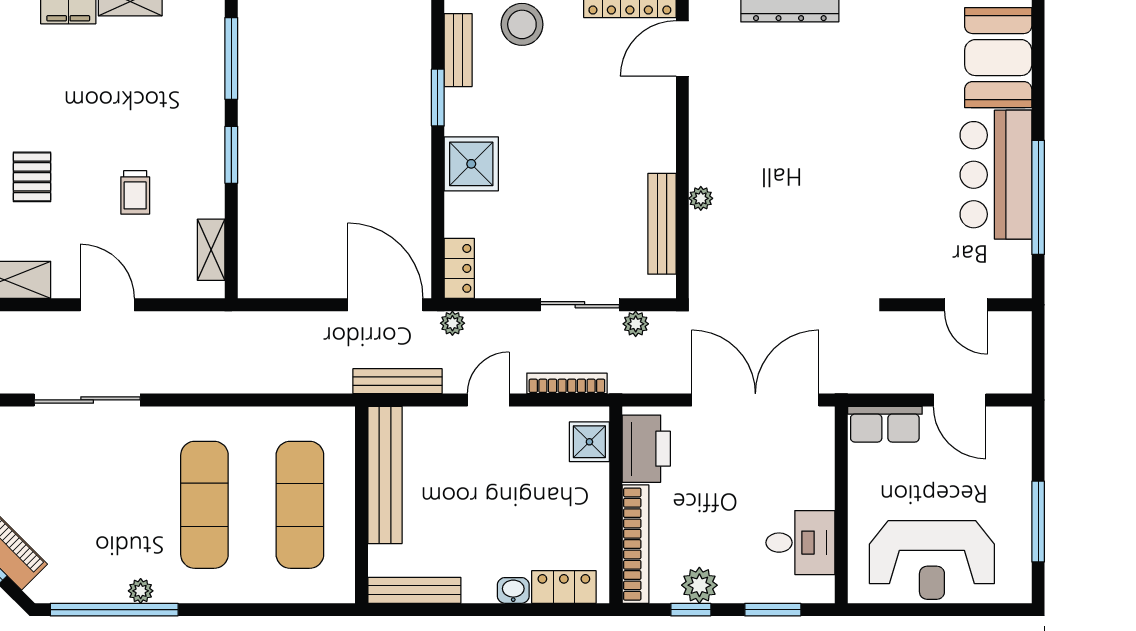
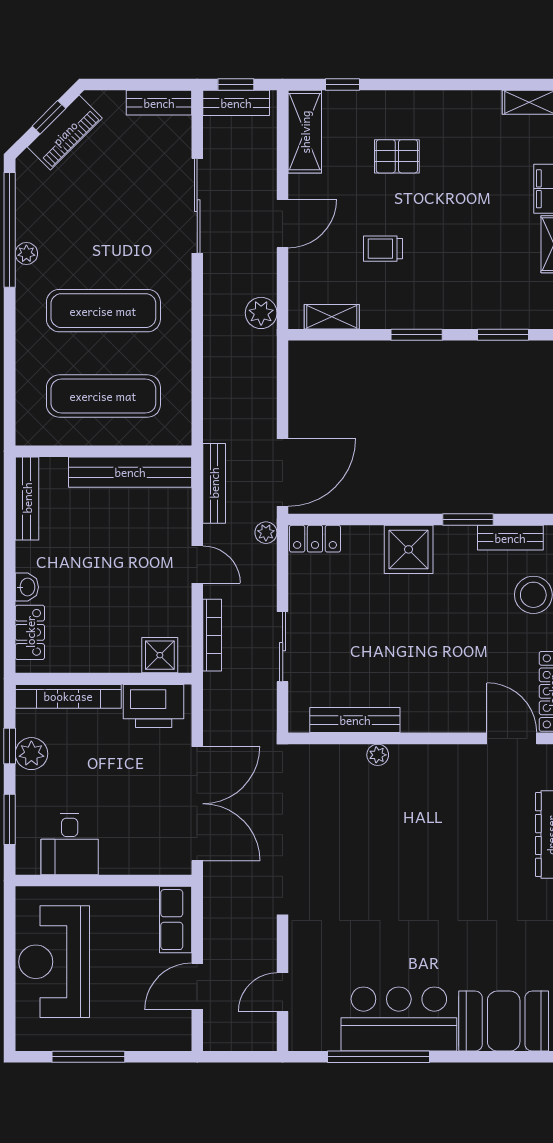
window: (231, 58) -> (503, 335), width x0.69
plant: (636, 324) -> (261, 313), moved, width x1.38, depth x1.38

